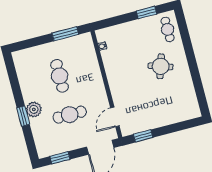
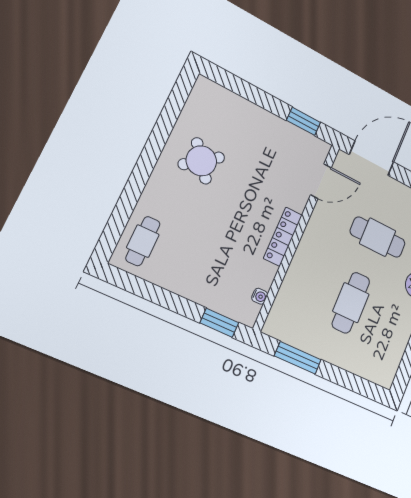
window: (147, 12) -> (219, 323), moved
round table: (161, 66) -> (201, 161), moved, turned 34
locker: (112, 79) -> (283, 237), added

